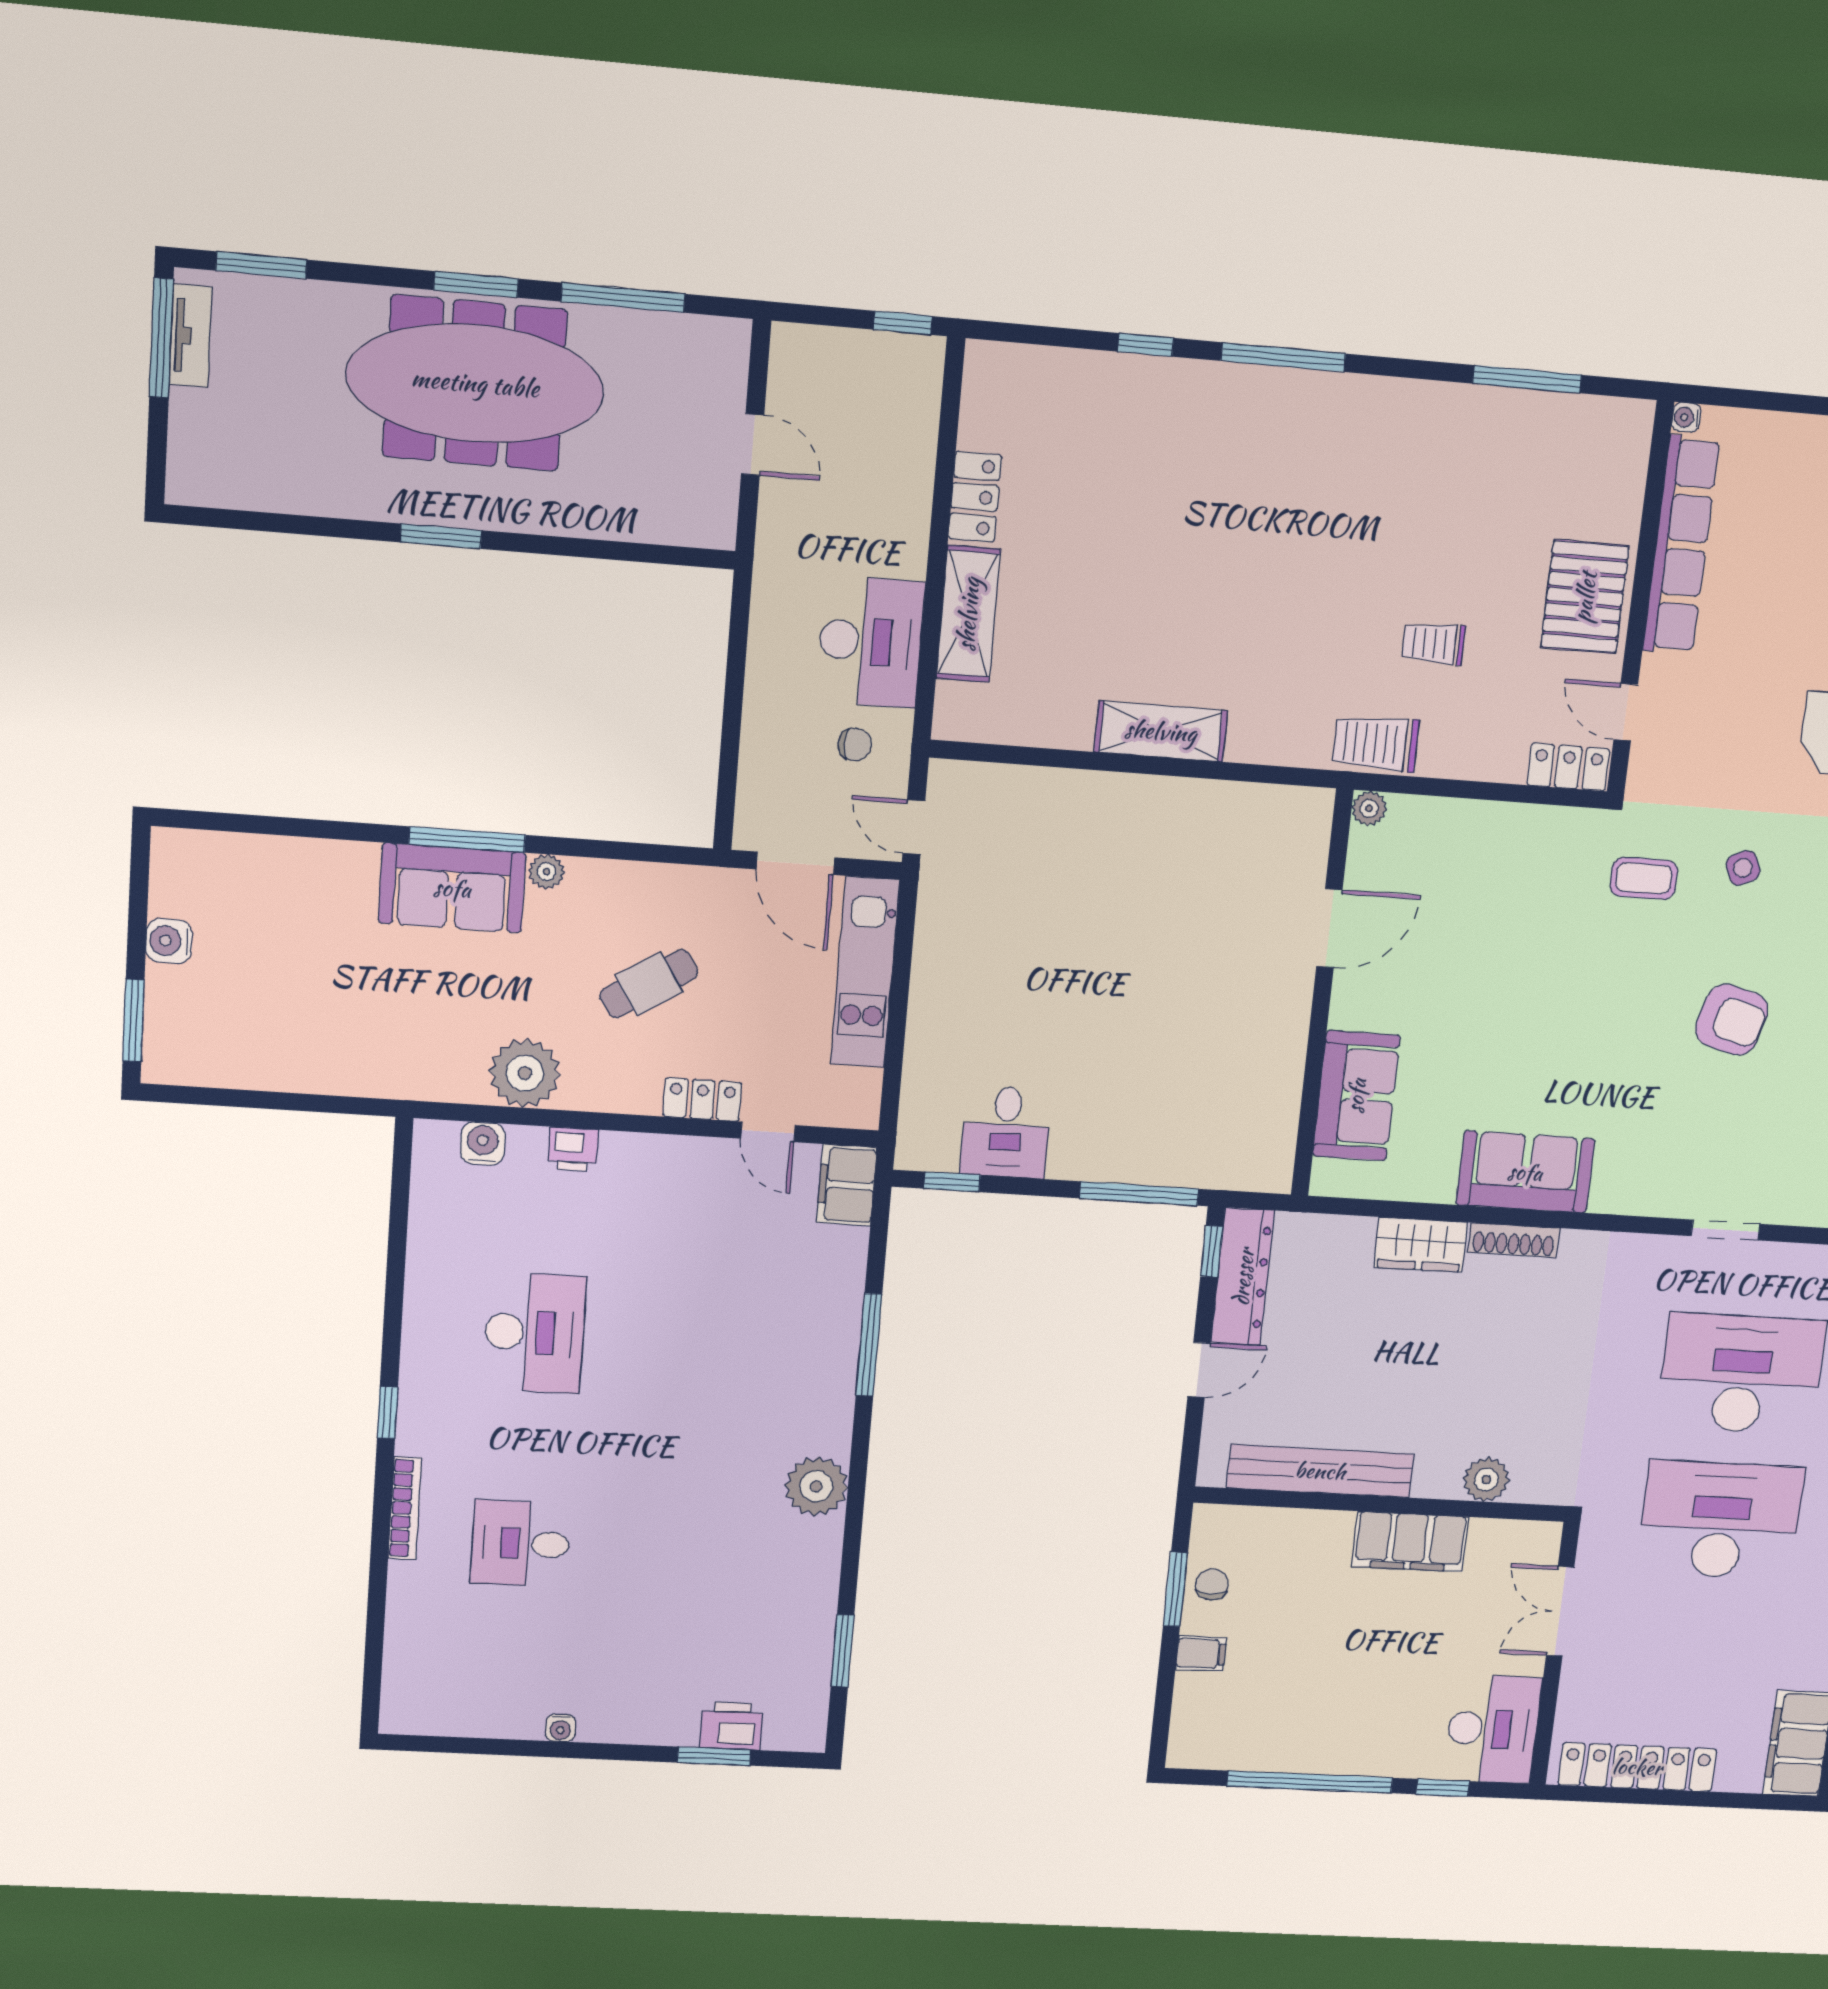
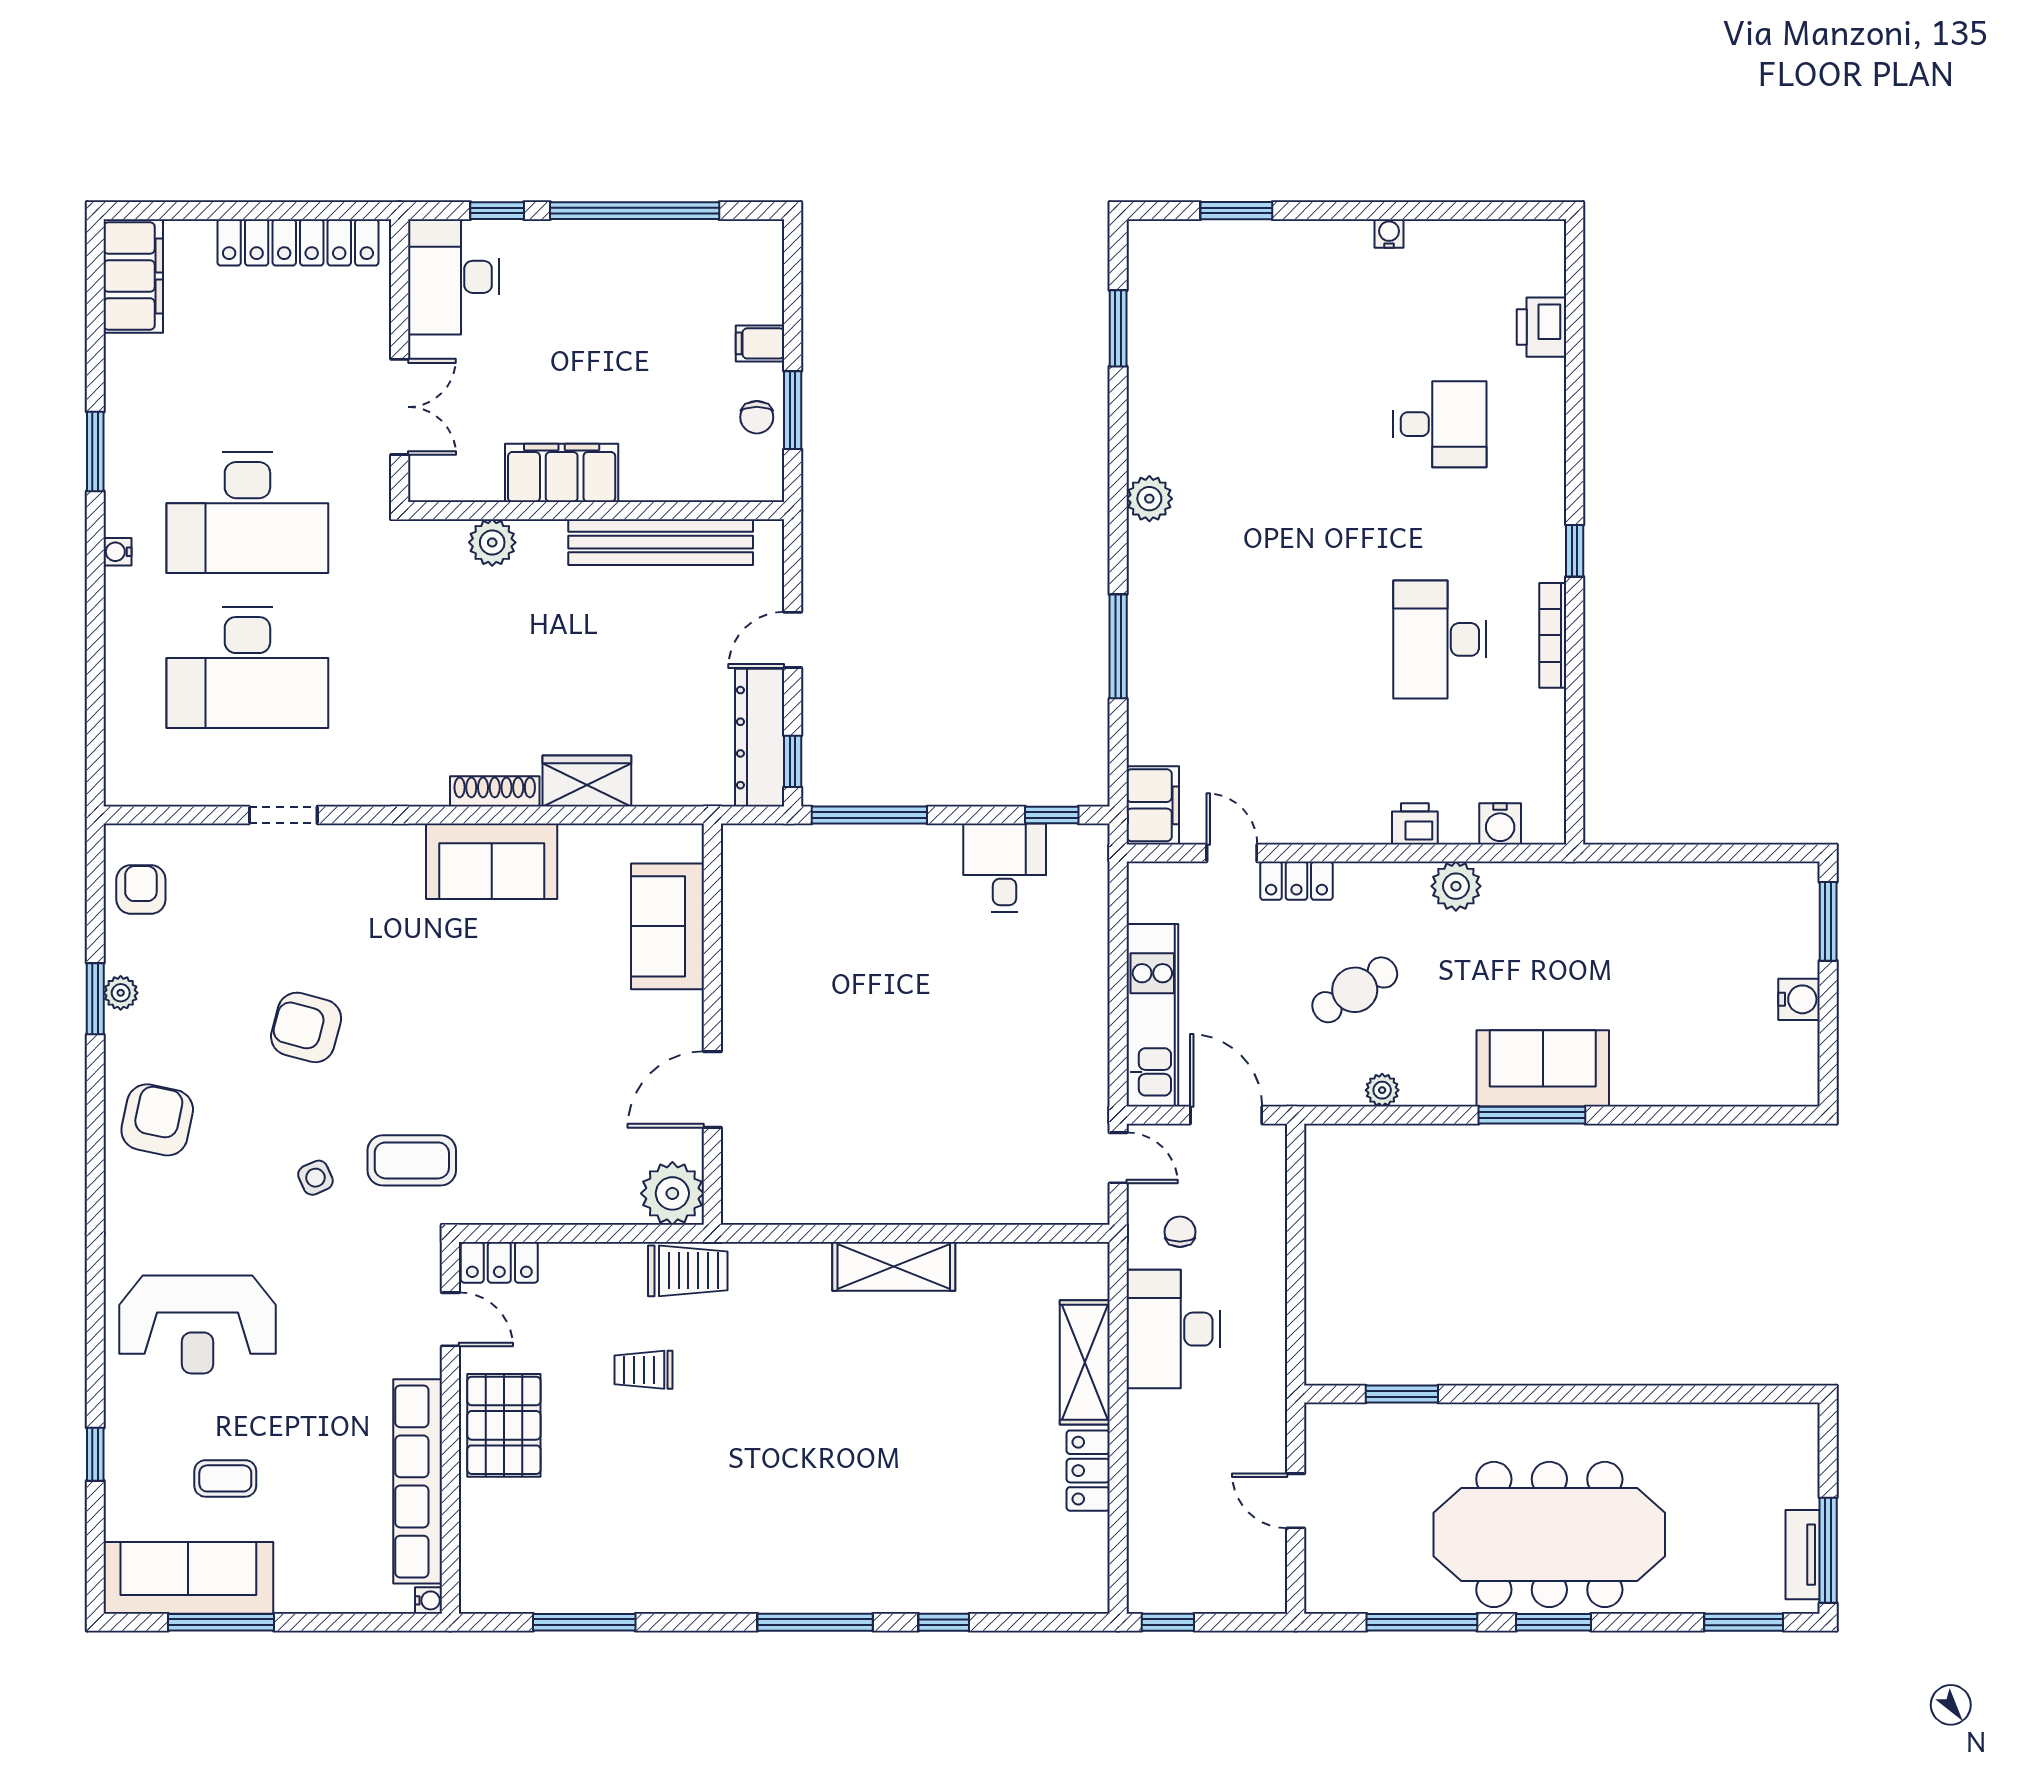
window: (441, 536) -> (1402, 1394), moved
trolley: (1434, 643) -> (643, 1370), turned 180
chair: (855, 745) -> (1180, 1232), turned 90
plant: (1369, 808) -> (672, 1193), width x1.88, depth x1.88
plant: (547, 872) -> (1382, 1090), moved
coffee table: (1644, 878) -> (412, 1160), width x1.36, depth x1.30
plant: (525, 1073) -> (1456, 886), width x0.73, depth x0.73
plant: (816, 1486) -> (1149, 499), width x0.73, depth x0.73
bookcase: (405, 1508) -> (1553, 635), moved
printer: (731, 1726) -> (1541, 327), moved, turned 90

